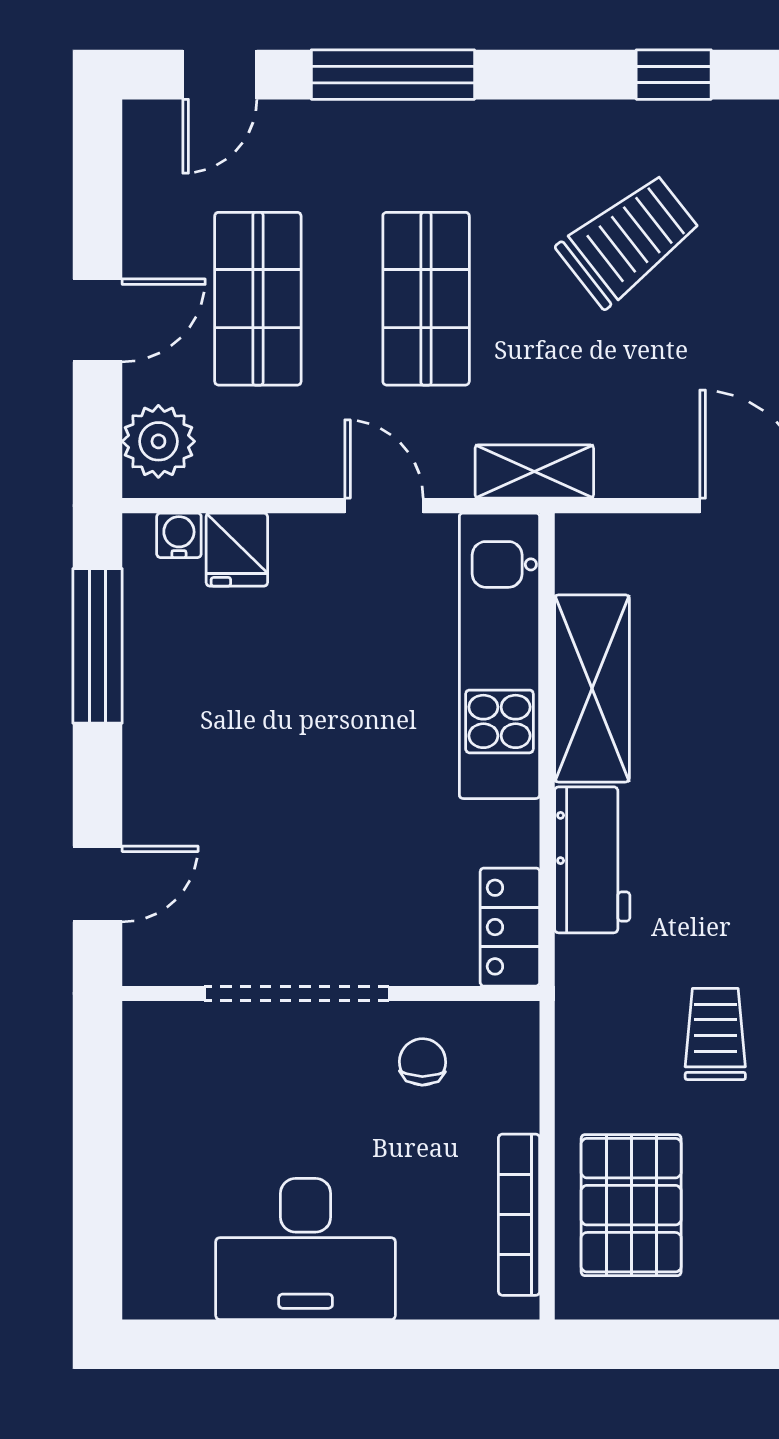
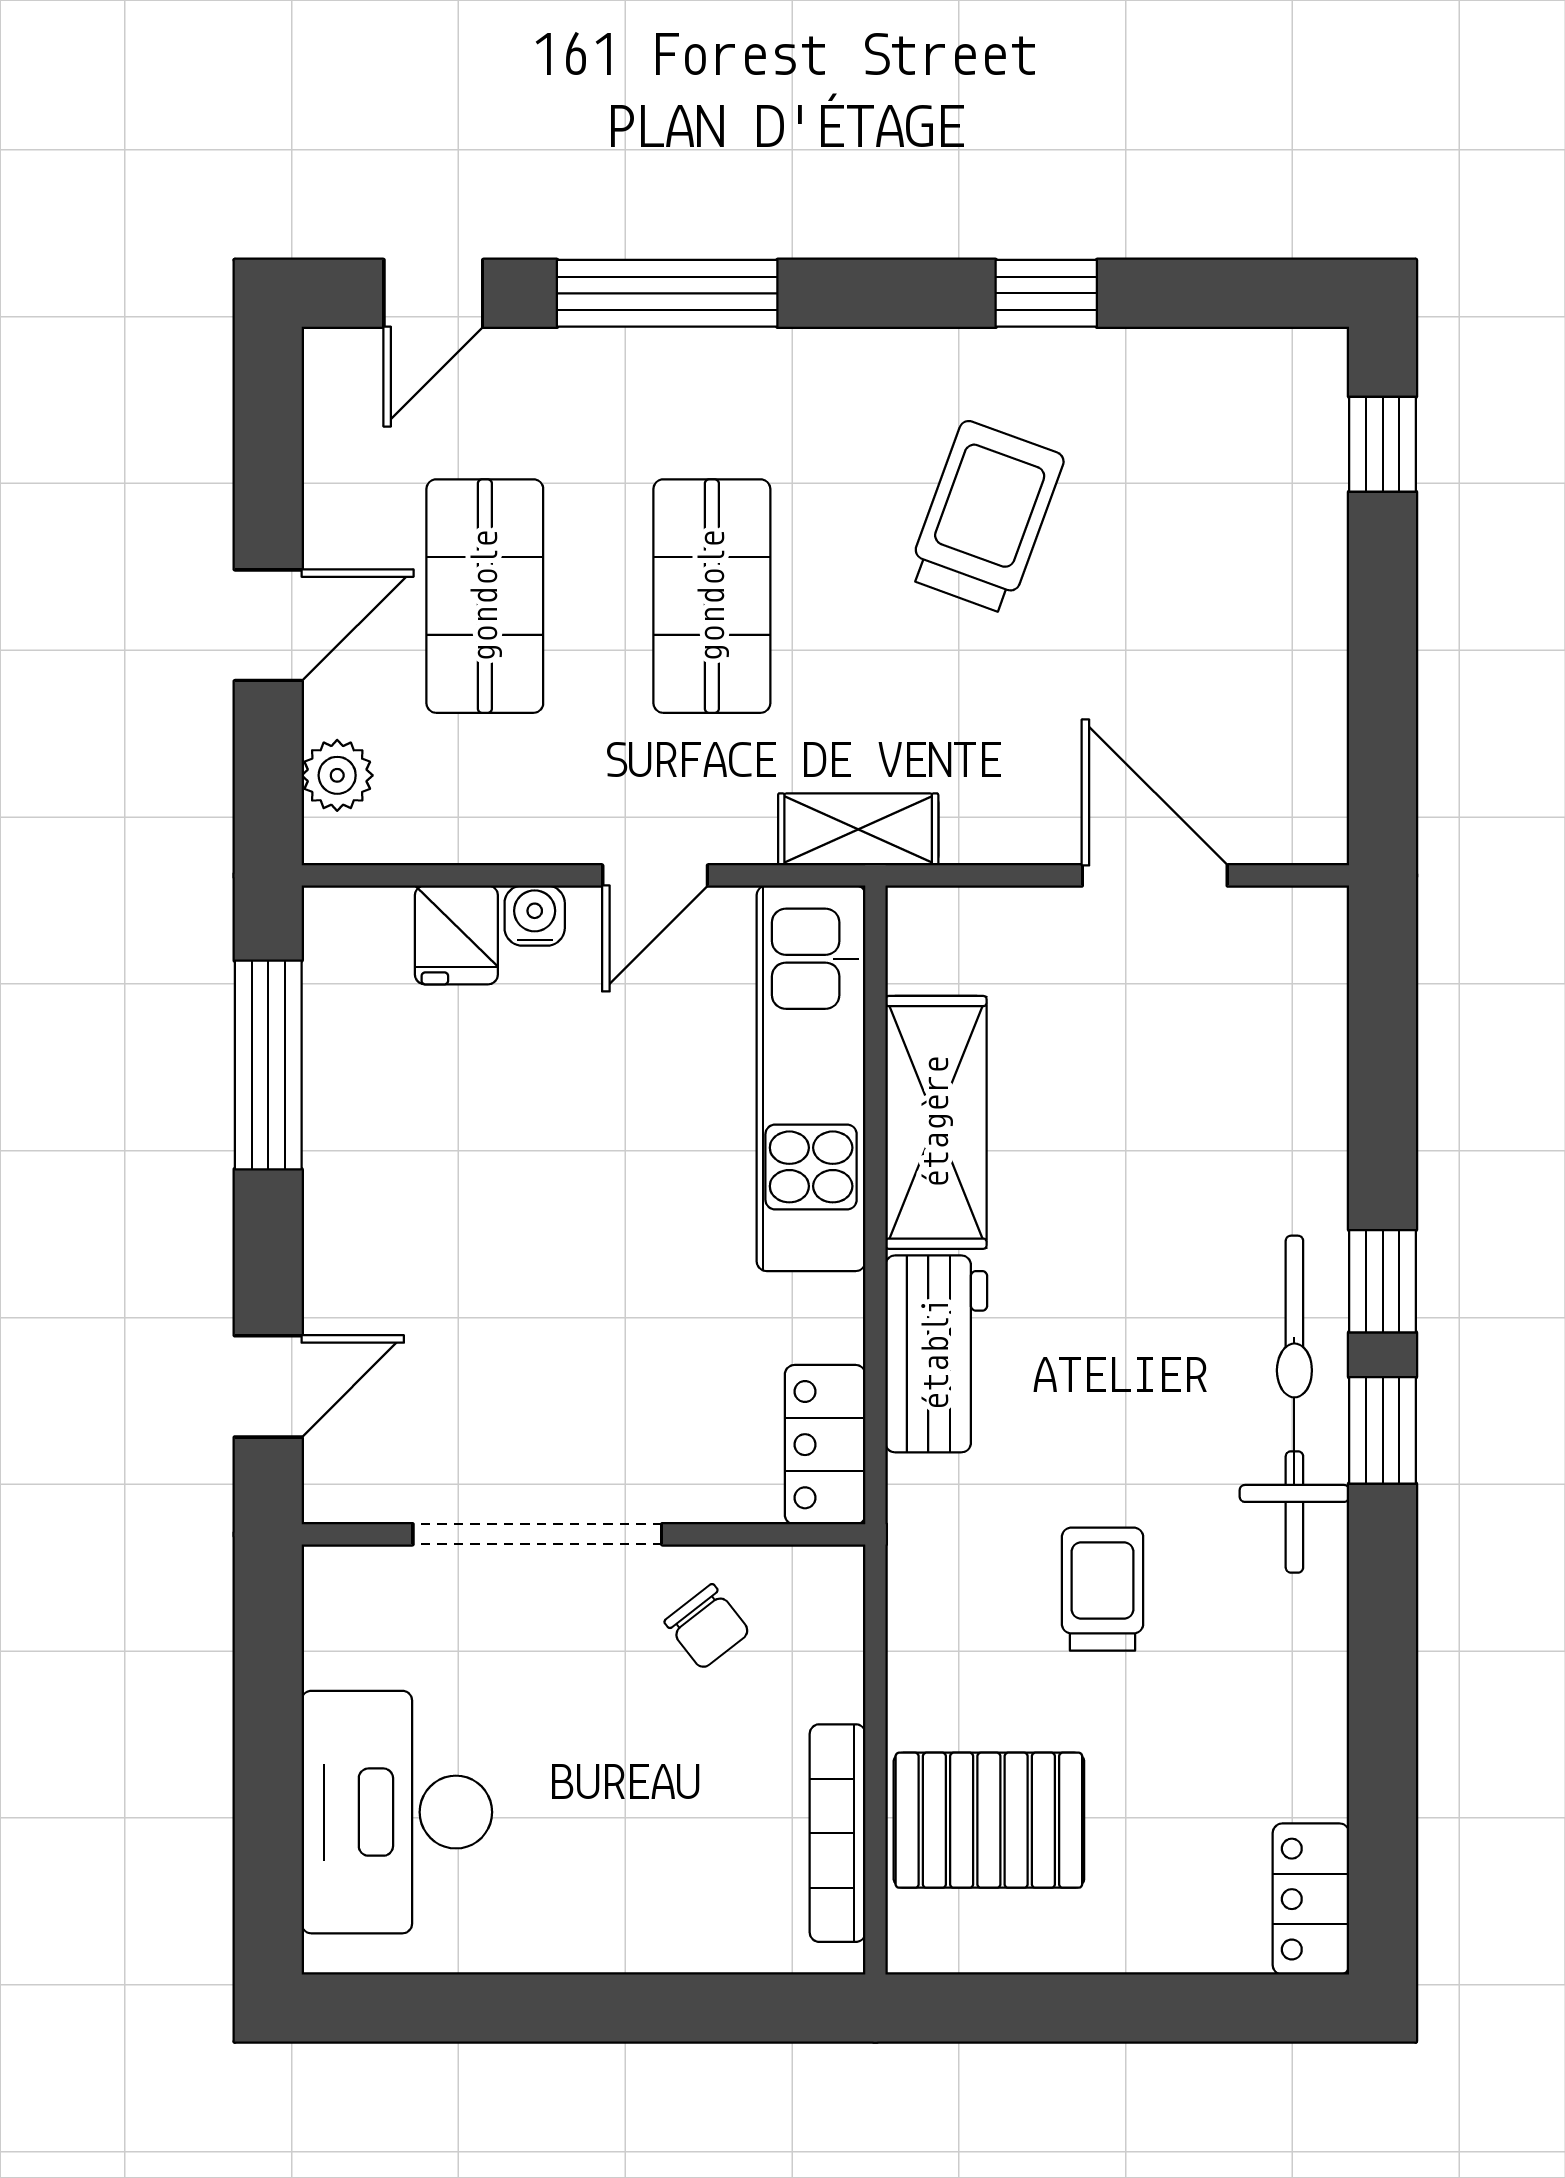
trolley: (629, 240) -> (986, 517), turned -32
plant: (158, 441) -> (337, 775), width x0.73, depth x0.73
door: (384, 506) -> (655, 875), swing flipped
water cooler: (179, 535) -> (535, 916), moved
chair: (423, 1062) -> (707, 1627), turned 141
pallet: (631, 1205) -> (989, 1820), turned 90
desk: (306, 1249) -> (397, 1812), moved, turned 90

